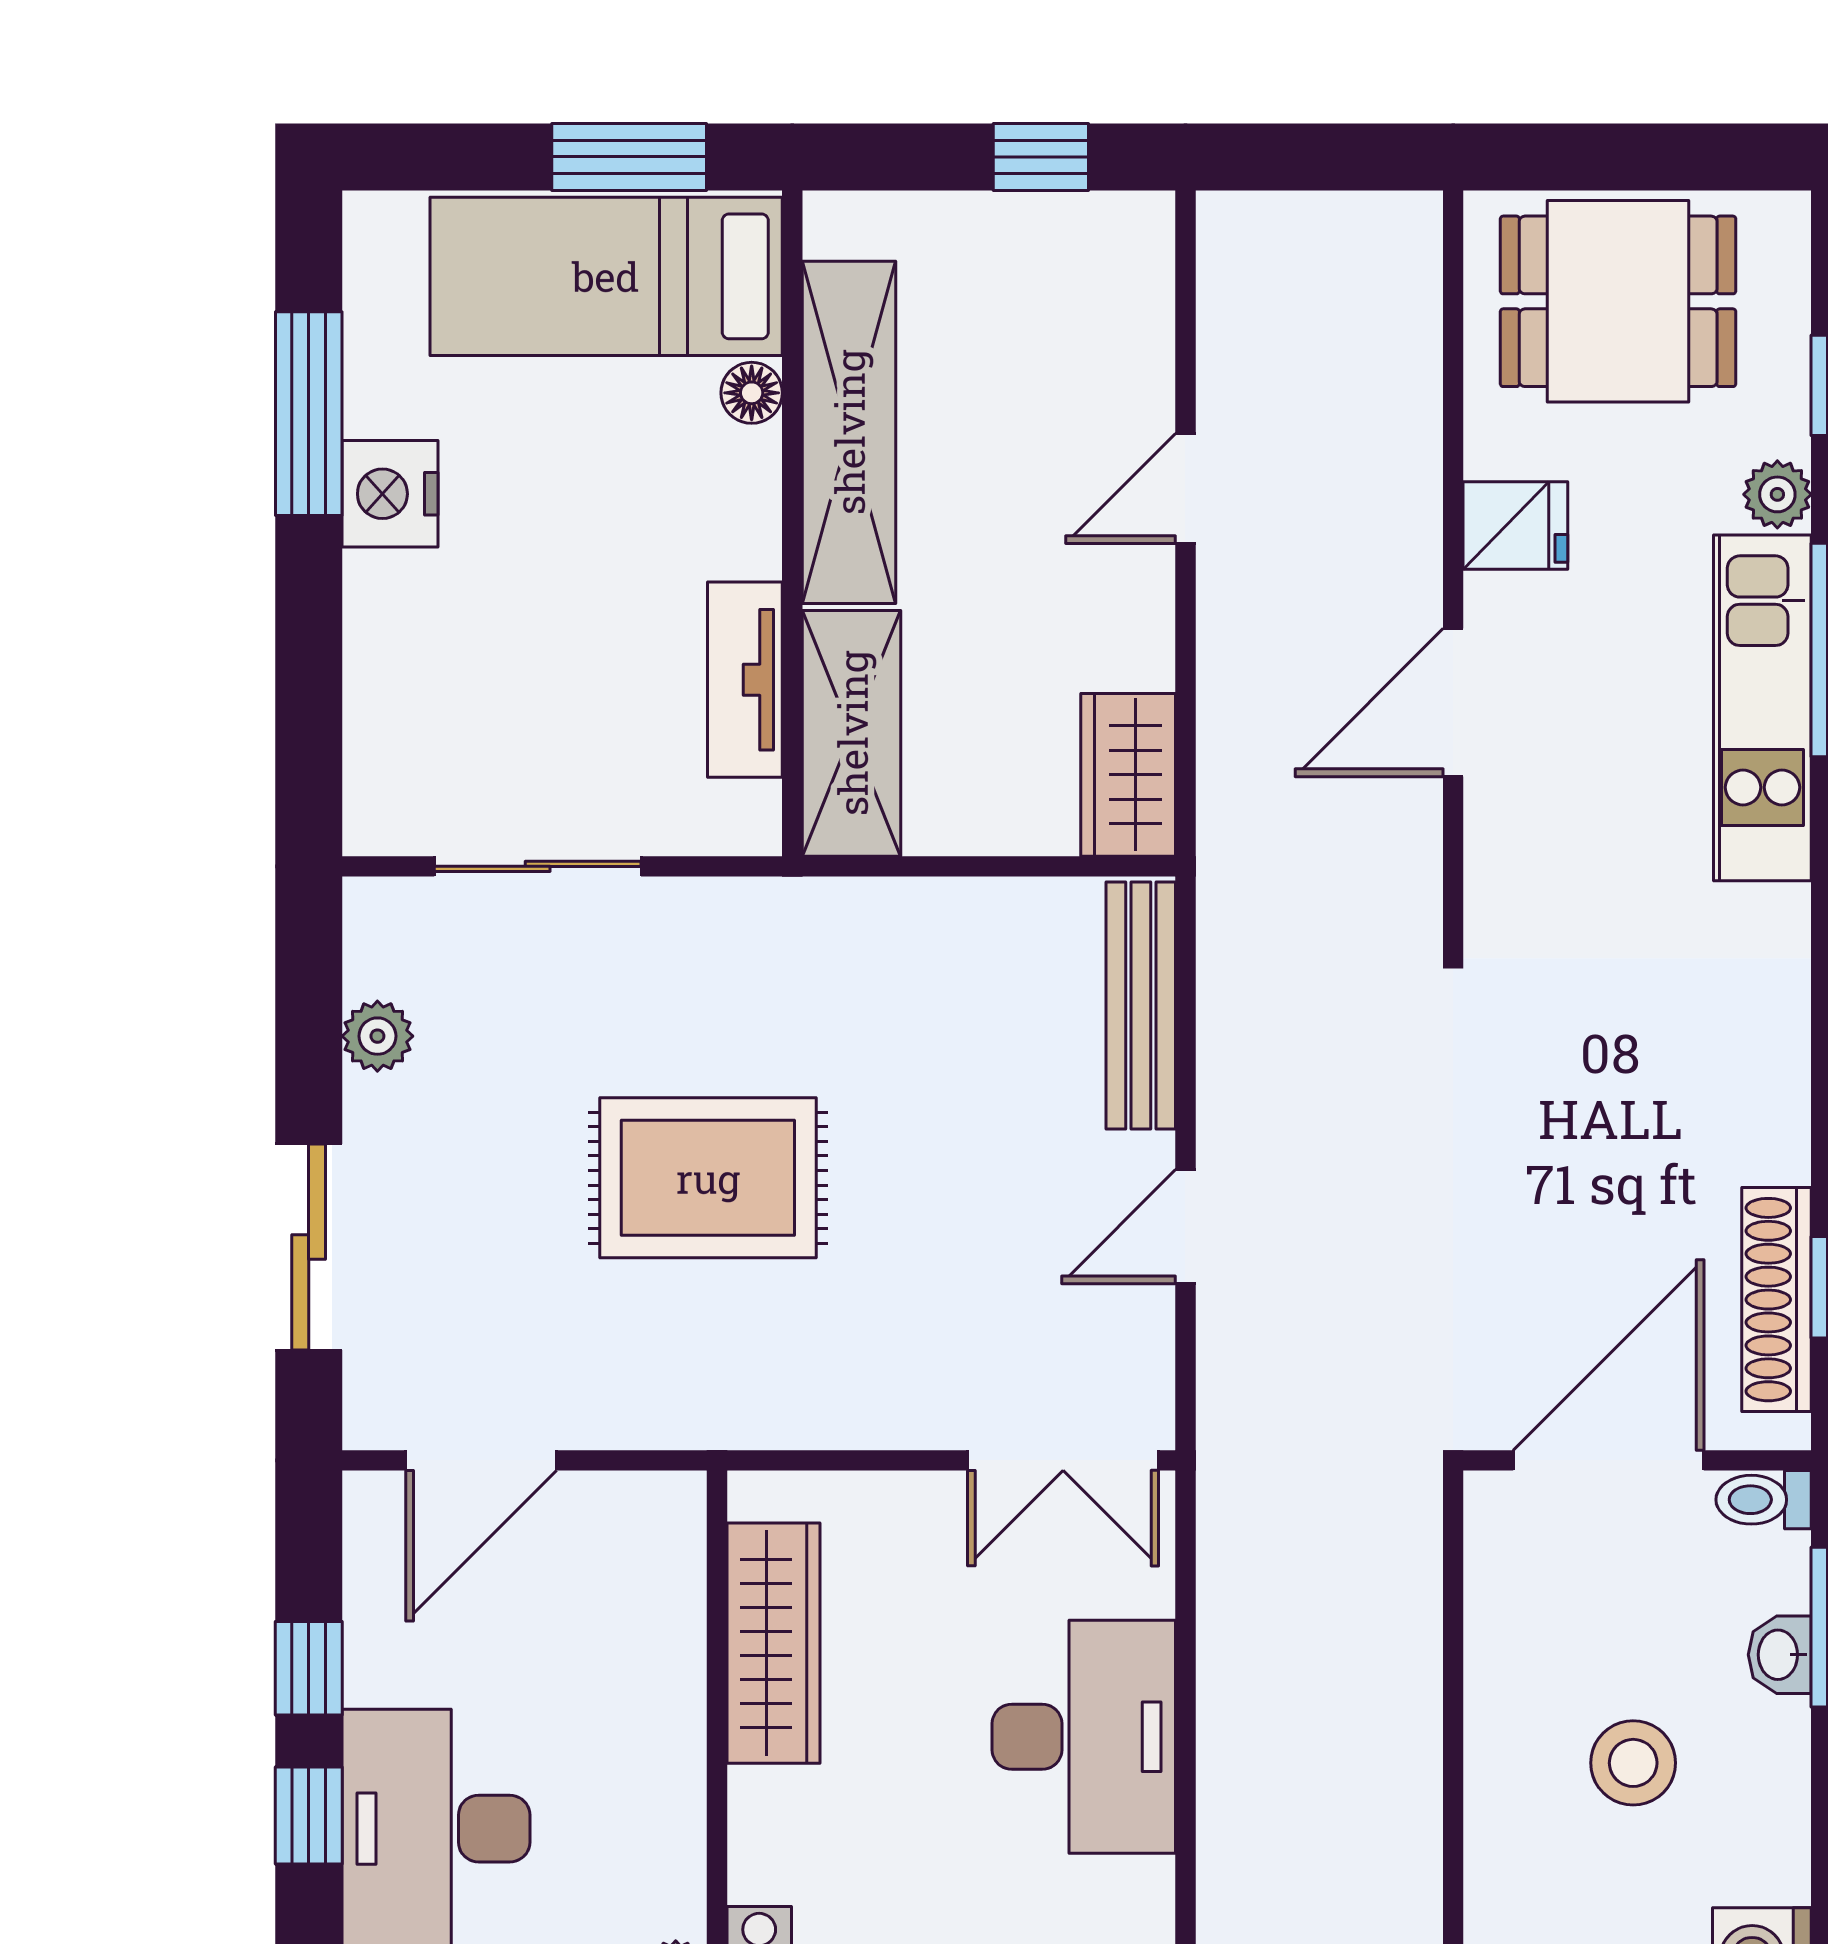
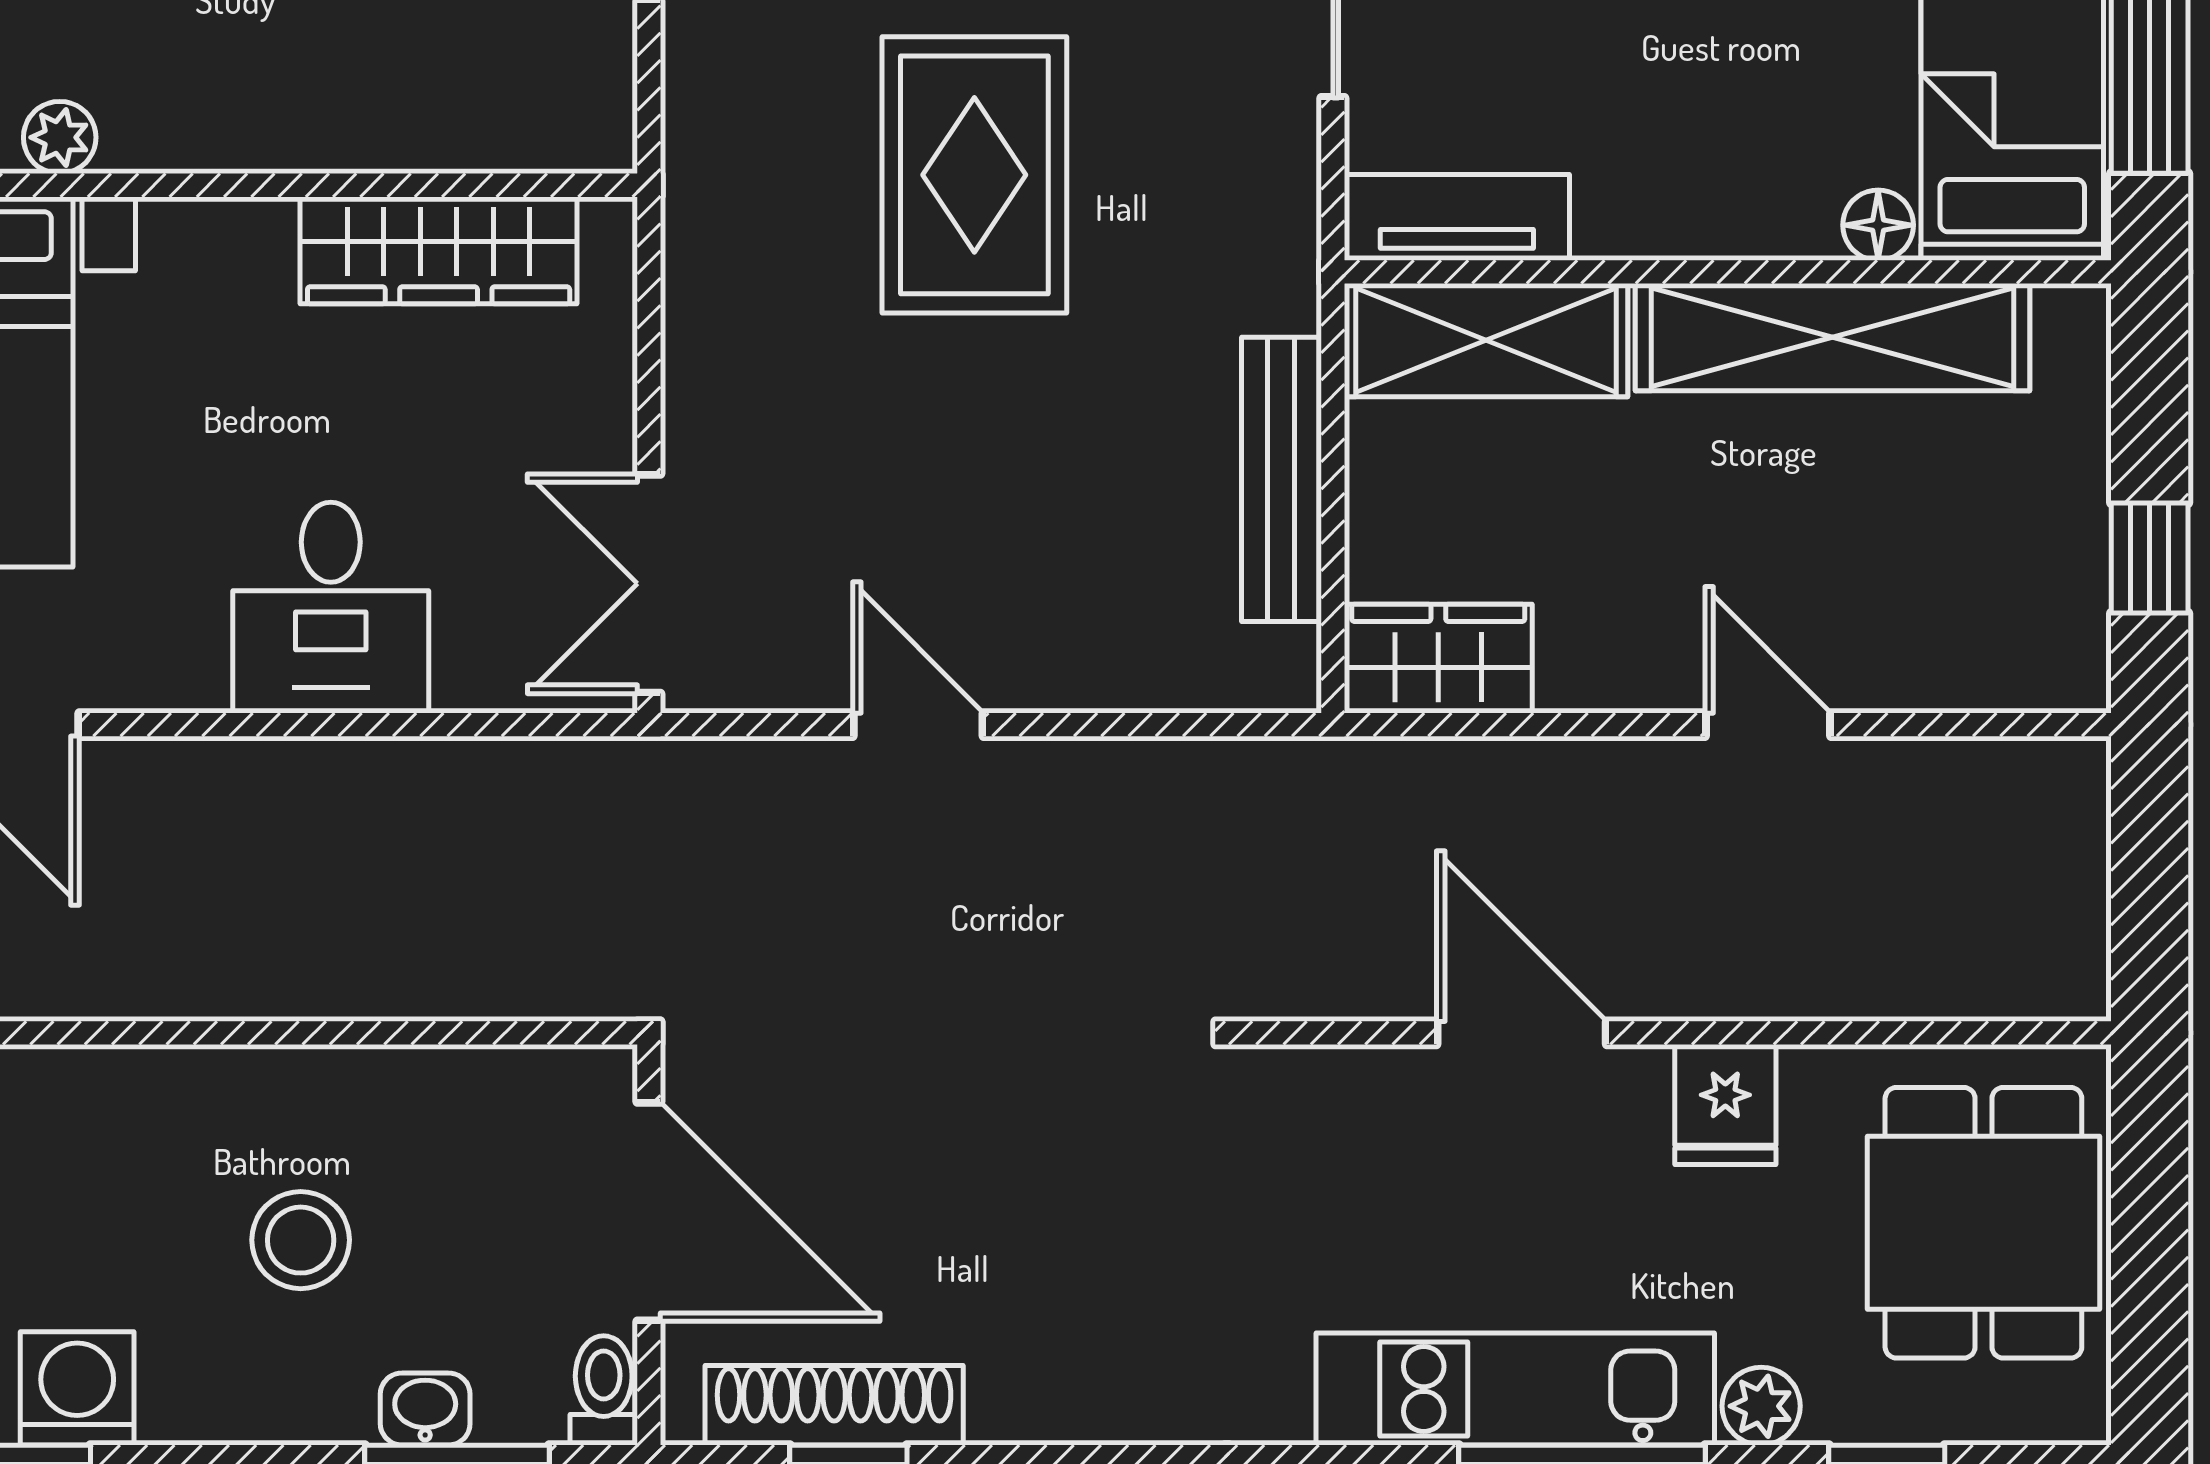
tv unit: (745, 680) -> (1457, 217), moved
bench: (1141, 1006) -> (1281, 479), moved, turned 90
desk: (1084, 1737) -> (331, 608), width x0.73

